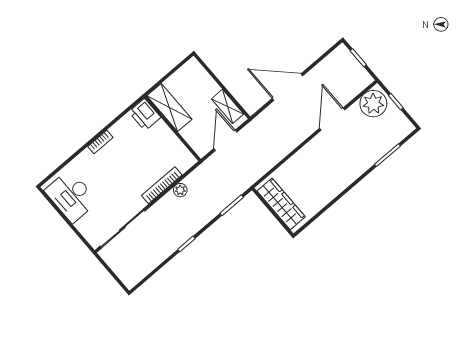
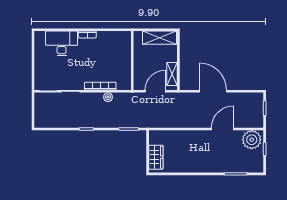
shelving: (169, 107) -> (160, 38), moved, turned 90
printer: (145, 115) -> (124, 40), removed
desk: (71, 196) -> (62, 43), moved, turned 90
wardrobe: (281, 204) -> (156, 157), width x0.67

